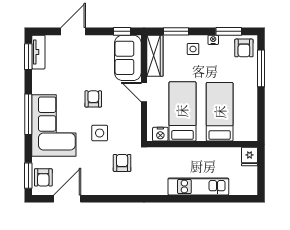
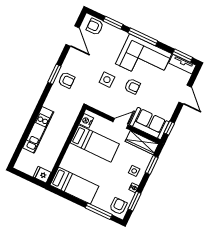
armchair: (244, 48) -> (118, 206), turned 90
bed: (220, 112) -> (74, 186), moved
corner sofa: (54, 125) -> (144, 59), moved
armchair: (122, 163) -> (66, 80), moved
window: (28, 176) -> (113, 23), moved
window: (123, 199) -> (54, 74), added

